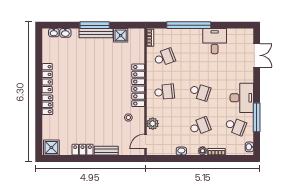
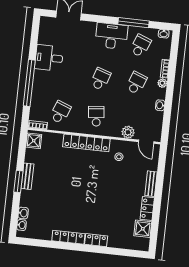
window: (95, 25) -> (18, 182), width x0.69
bench: (96, 33) -> (27, 176), width x0.73
shower: (121, 35) -> (34, 141), moved
school desk: (164, 57) -> (60, 112), turned 42
school desk: (200, 126) -> (136, 83), turned 42
shower: (51, 148) -> (143, 229), moved

